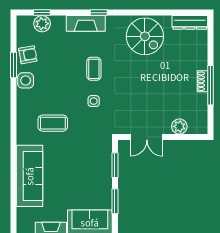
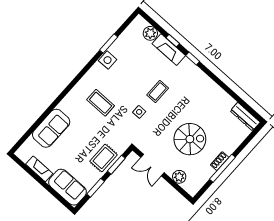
window: (42, 13) -> (173, 41), moved
fireplace: (86, 23) -> (169, 50), moved
spiral stairs: (145, 36) -> (190, 139), moved, turned -90
armchair: (28, 55) -> (124, 45), removed
rug: (99, 169) -> (103, 158), added
sofa: (30, 176) -> (51, 128), width x0.73

